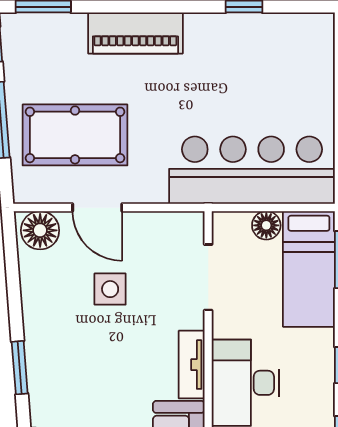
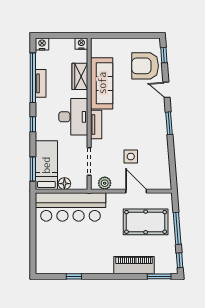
piano: (135, 33) -> (134, 265), moved
plant: (172, 226) -> (105, 183), added
floor lamp: (40, 230) -> (160, 181), removed

